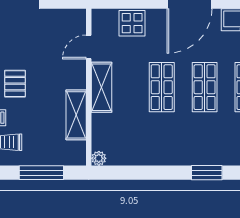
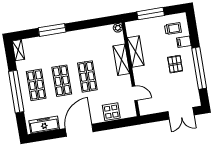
door: (89, 47) -> (135, 93), hinge flipped
shelving: (102, 87) -> (121, 60), moved
window: (207, 173) -> (52, 30), width x1.44

